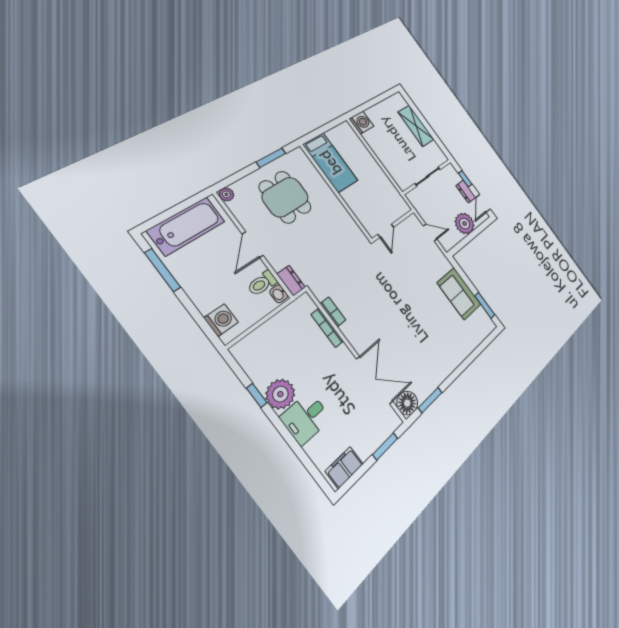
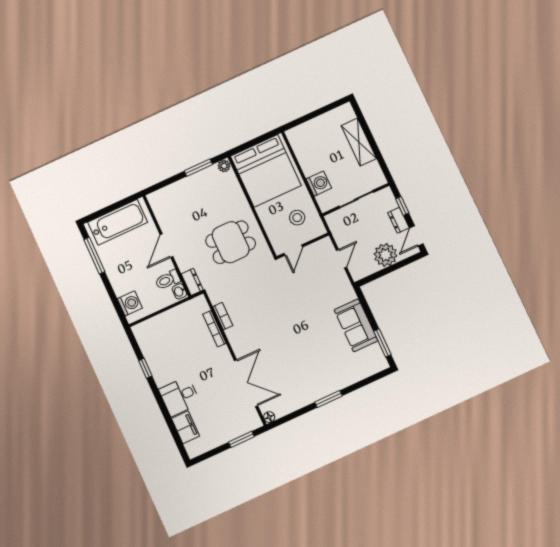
washing machine: (361, 123) -> (319, 184), moved
bed: (330, 163) -> (266, 171), width x2.04
plant: (226, 194) -> (224, 166), moved
dining table: (285, 197) -> (231, 242), moved, turned 90
stool: (381, 199) -> (297, 218), added
door: (430, 233) -> (341, 259), hinge flipped
plant: (280, 394) -> (164, 372), removed
window: (430, 400) -> (329, 399), moved
floor lamp: (407, 403) -> (269, 417), width x0.53, depth x0.53
filing cabinet: (344, 468) -> (185, 427), moved, turned 90

